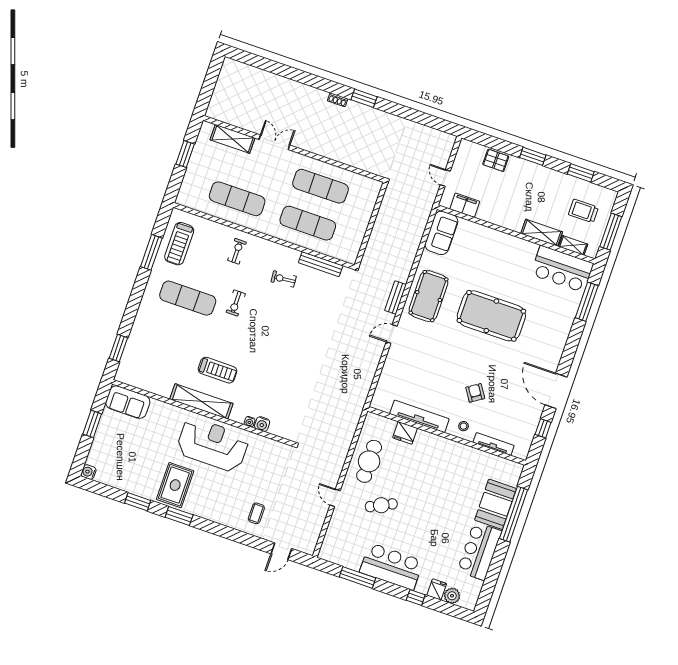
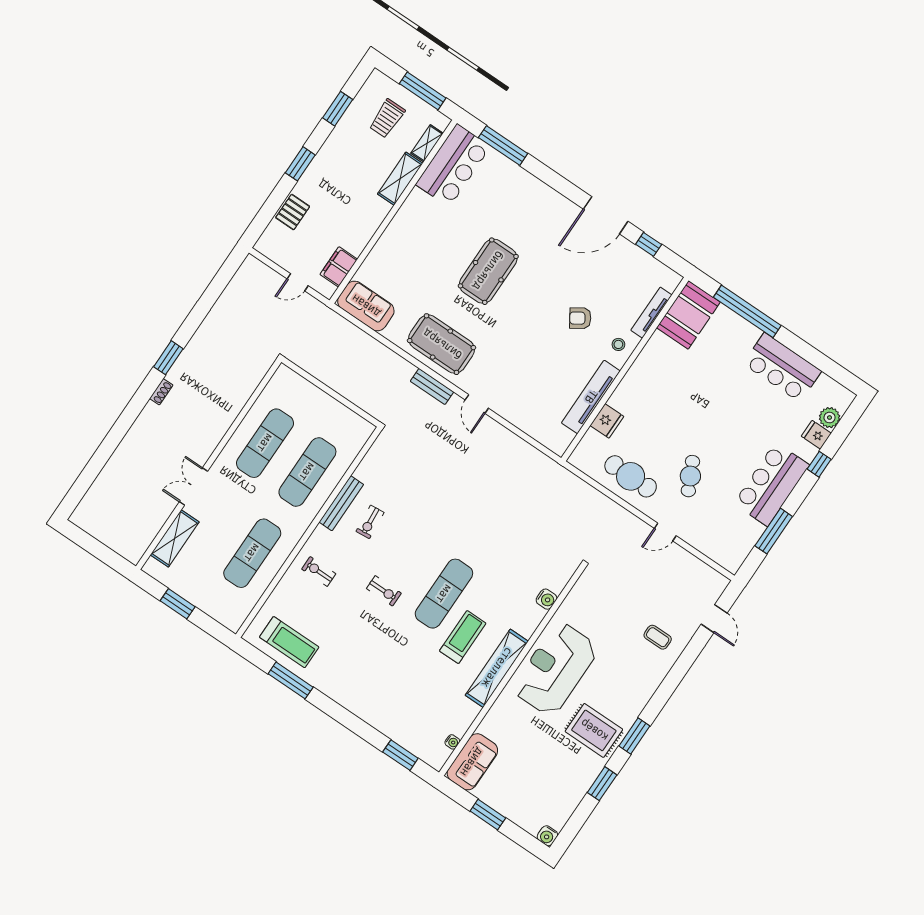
bench: (321, 264) -> (341, 503), moved
exercise mat: (188, 298) -> (444, 594), moved
pool table: (491, 316) -> (488, 271), width x0.73, depth x0.76
water cooler: (250, 422) -> (452, 742), moved
booth: (496, 504) -> (688, 315), moved, turned 90

